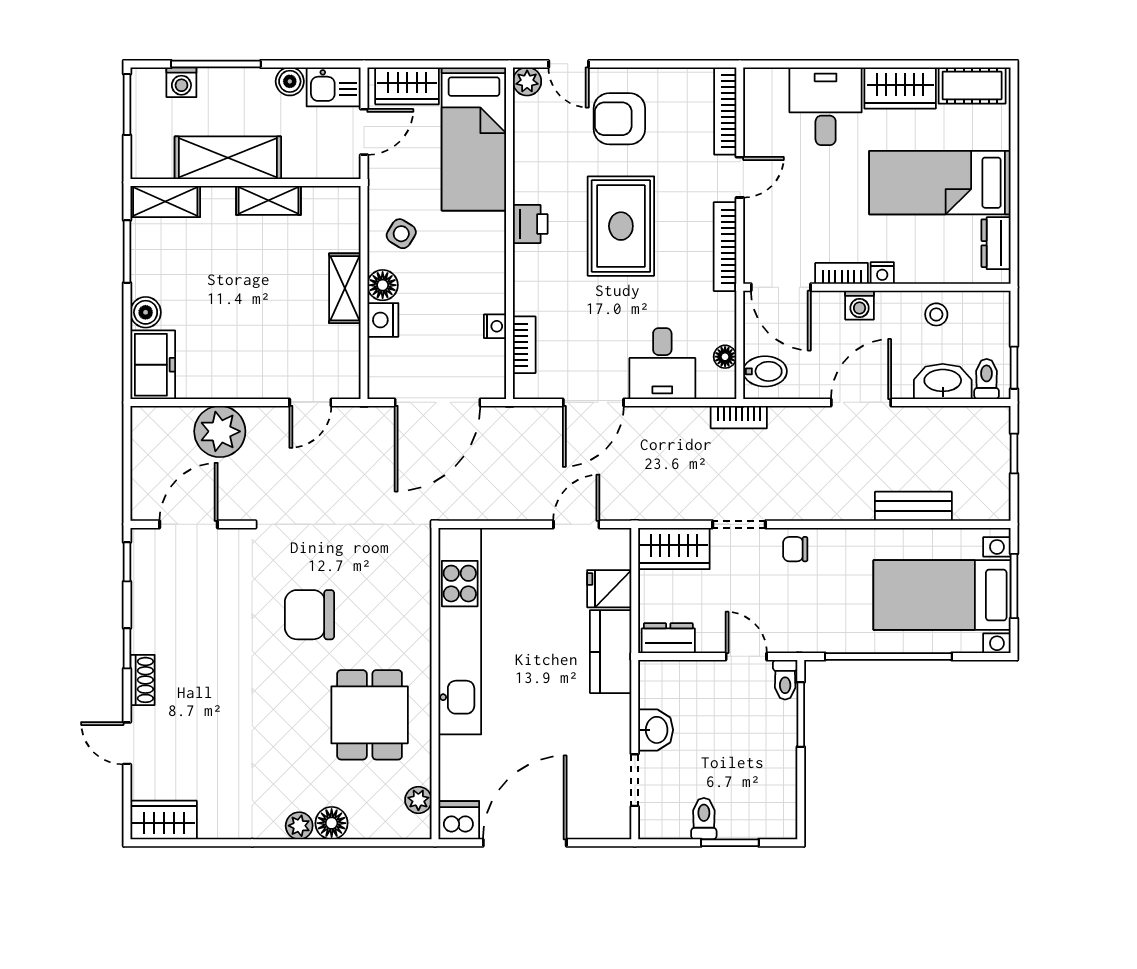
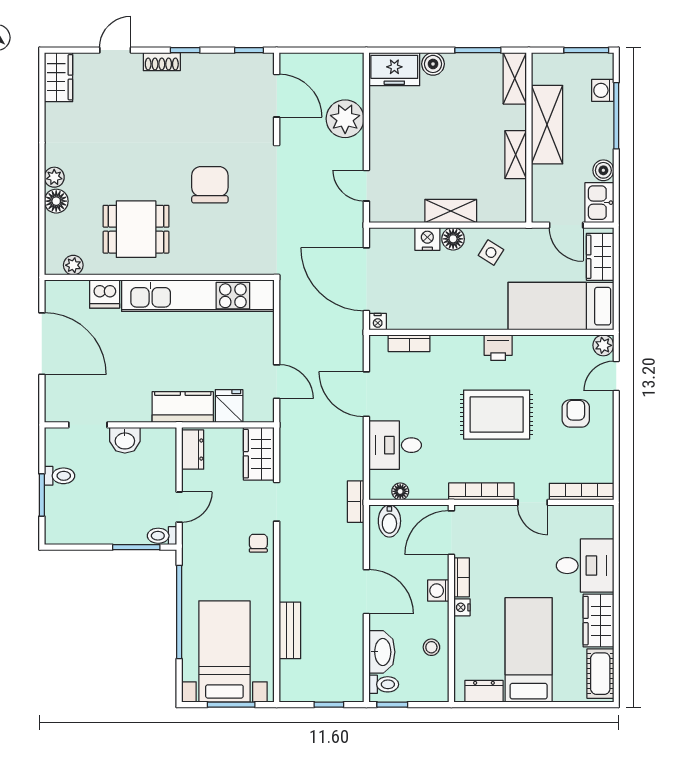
armchair: (619, 119) -> (576, 413), width x0.72, depth x0.72
nightstand: (495, 326) -> (378, 322), moved
dishwasher: (459, 820) -> (105, 294), moved, turned 90

